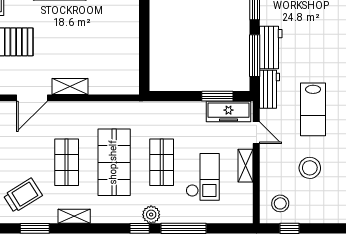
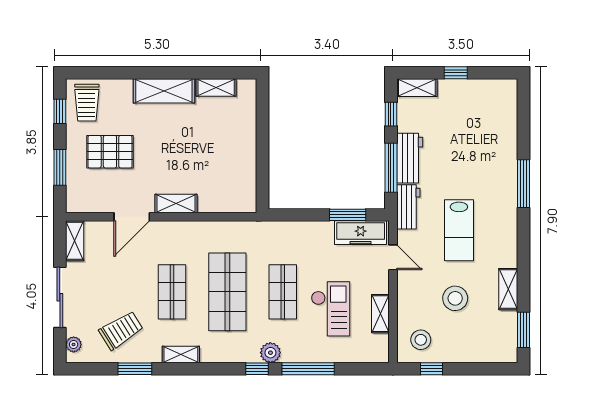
shelving: (246, 166) -> (380, 314), moved

